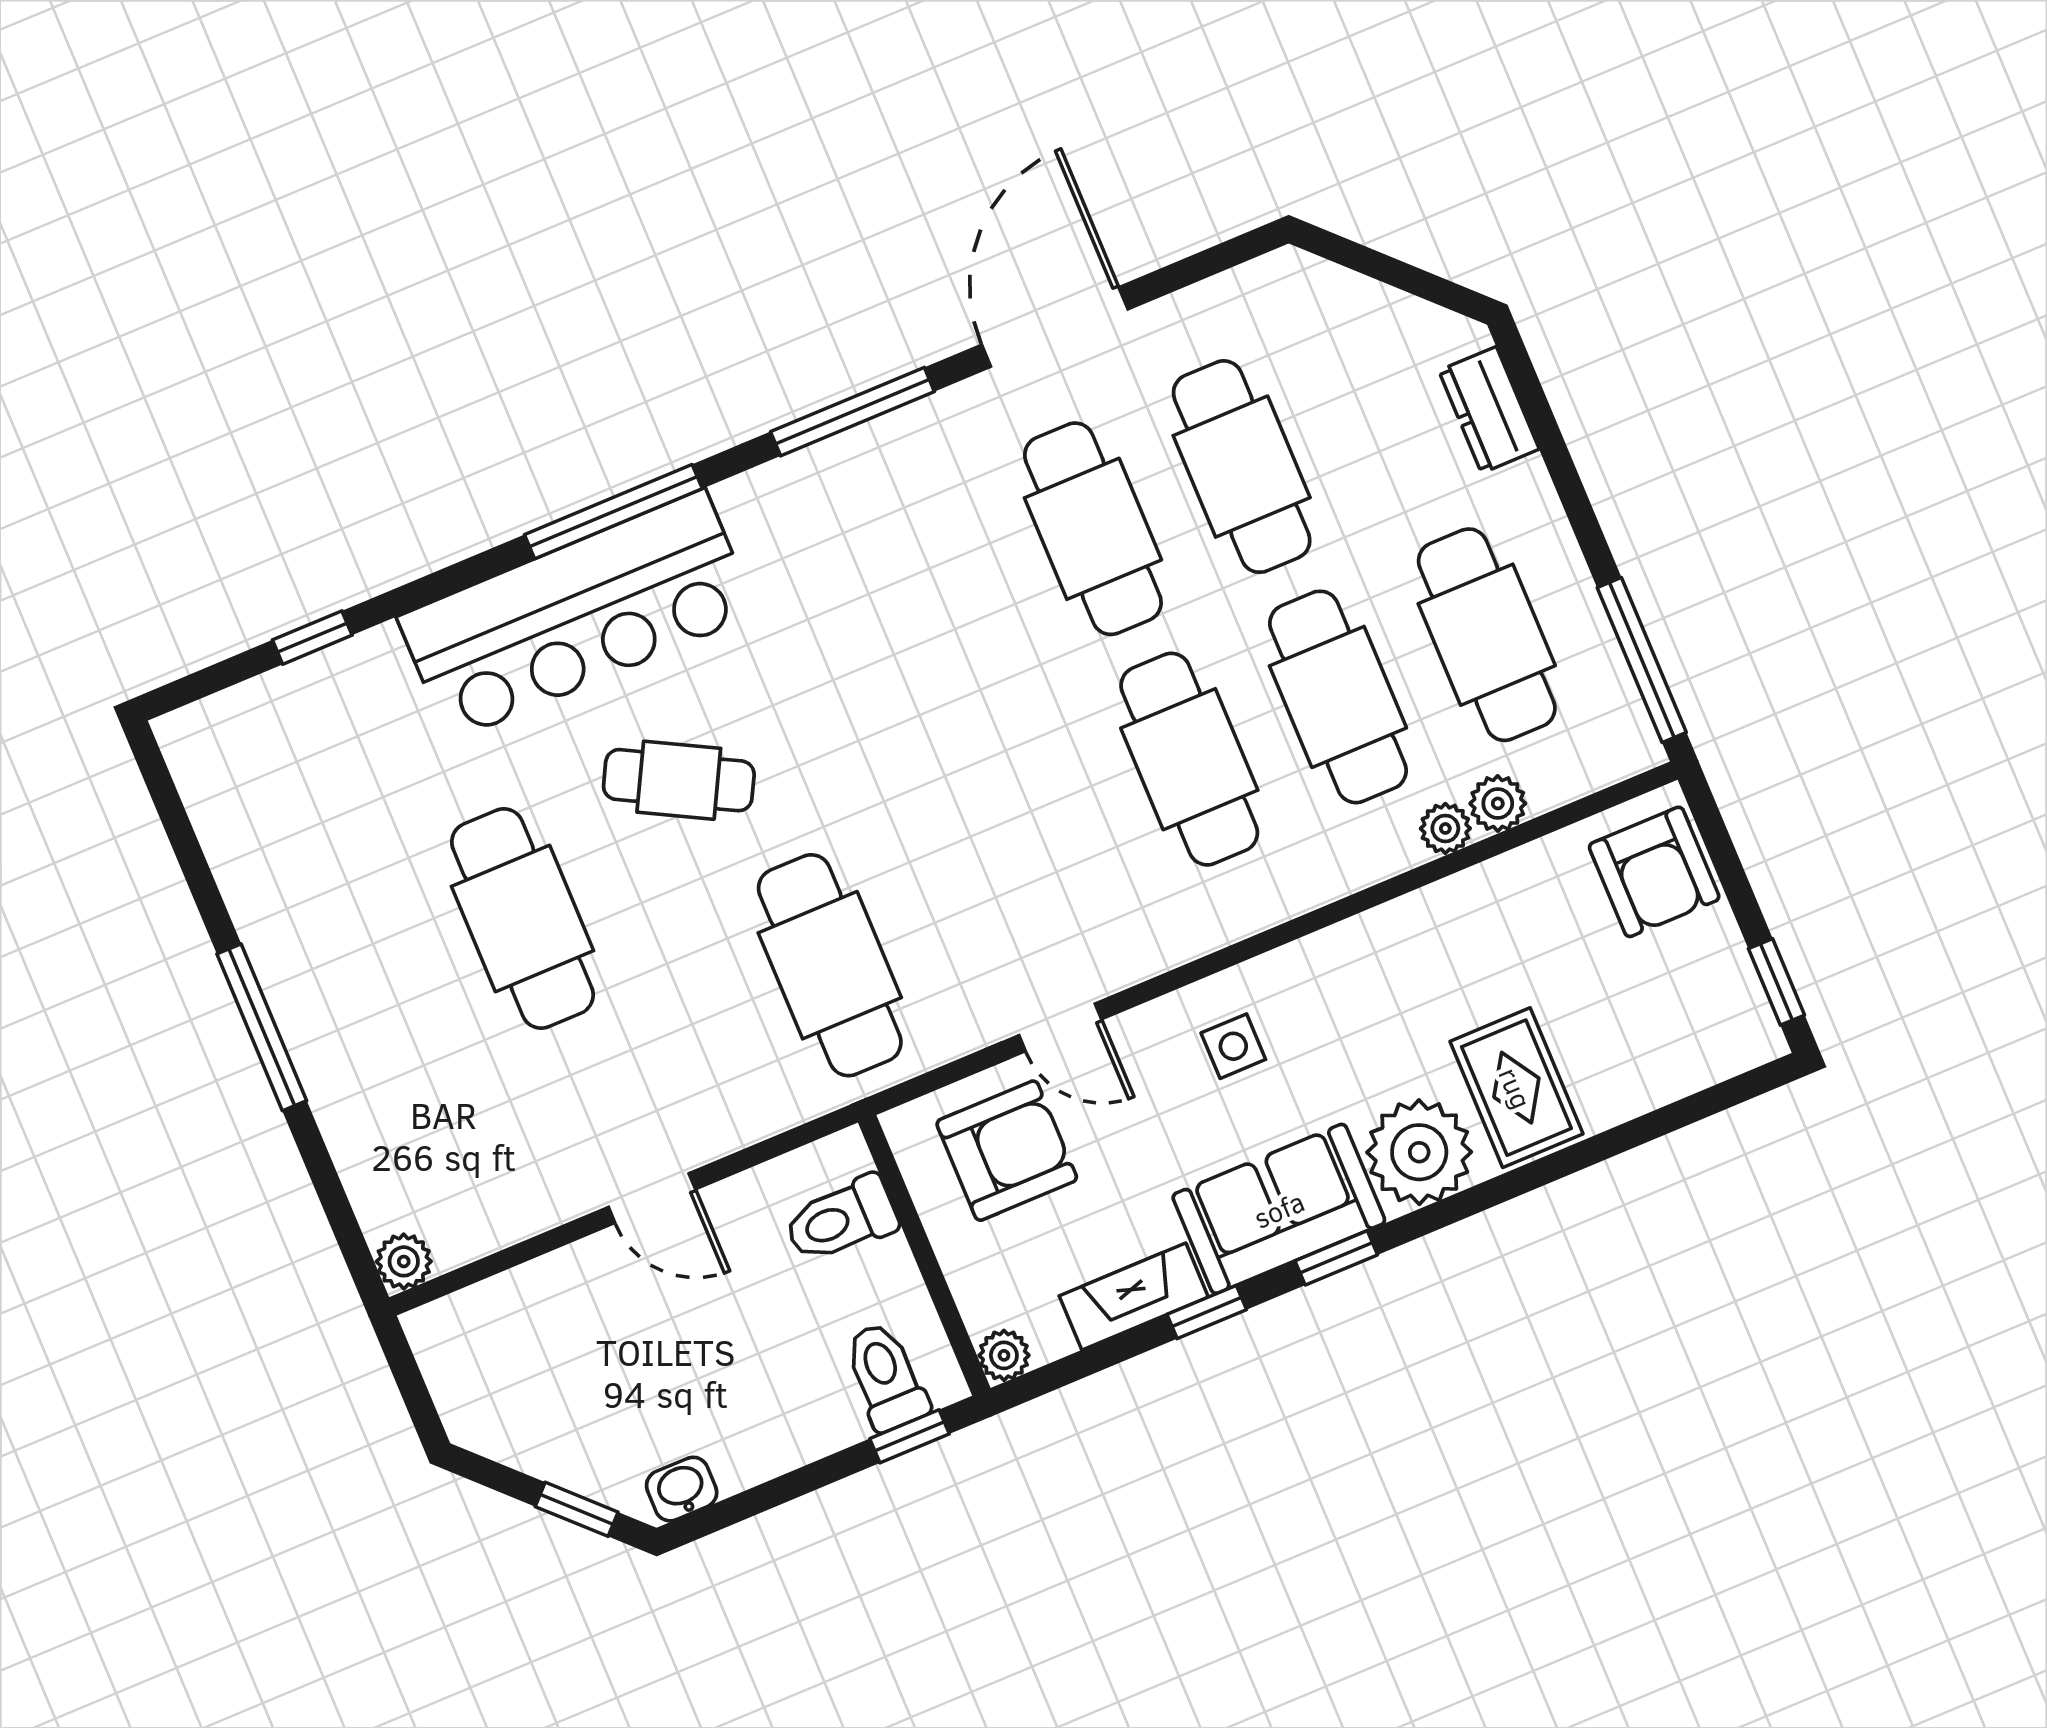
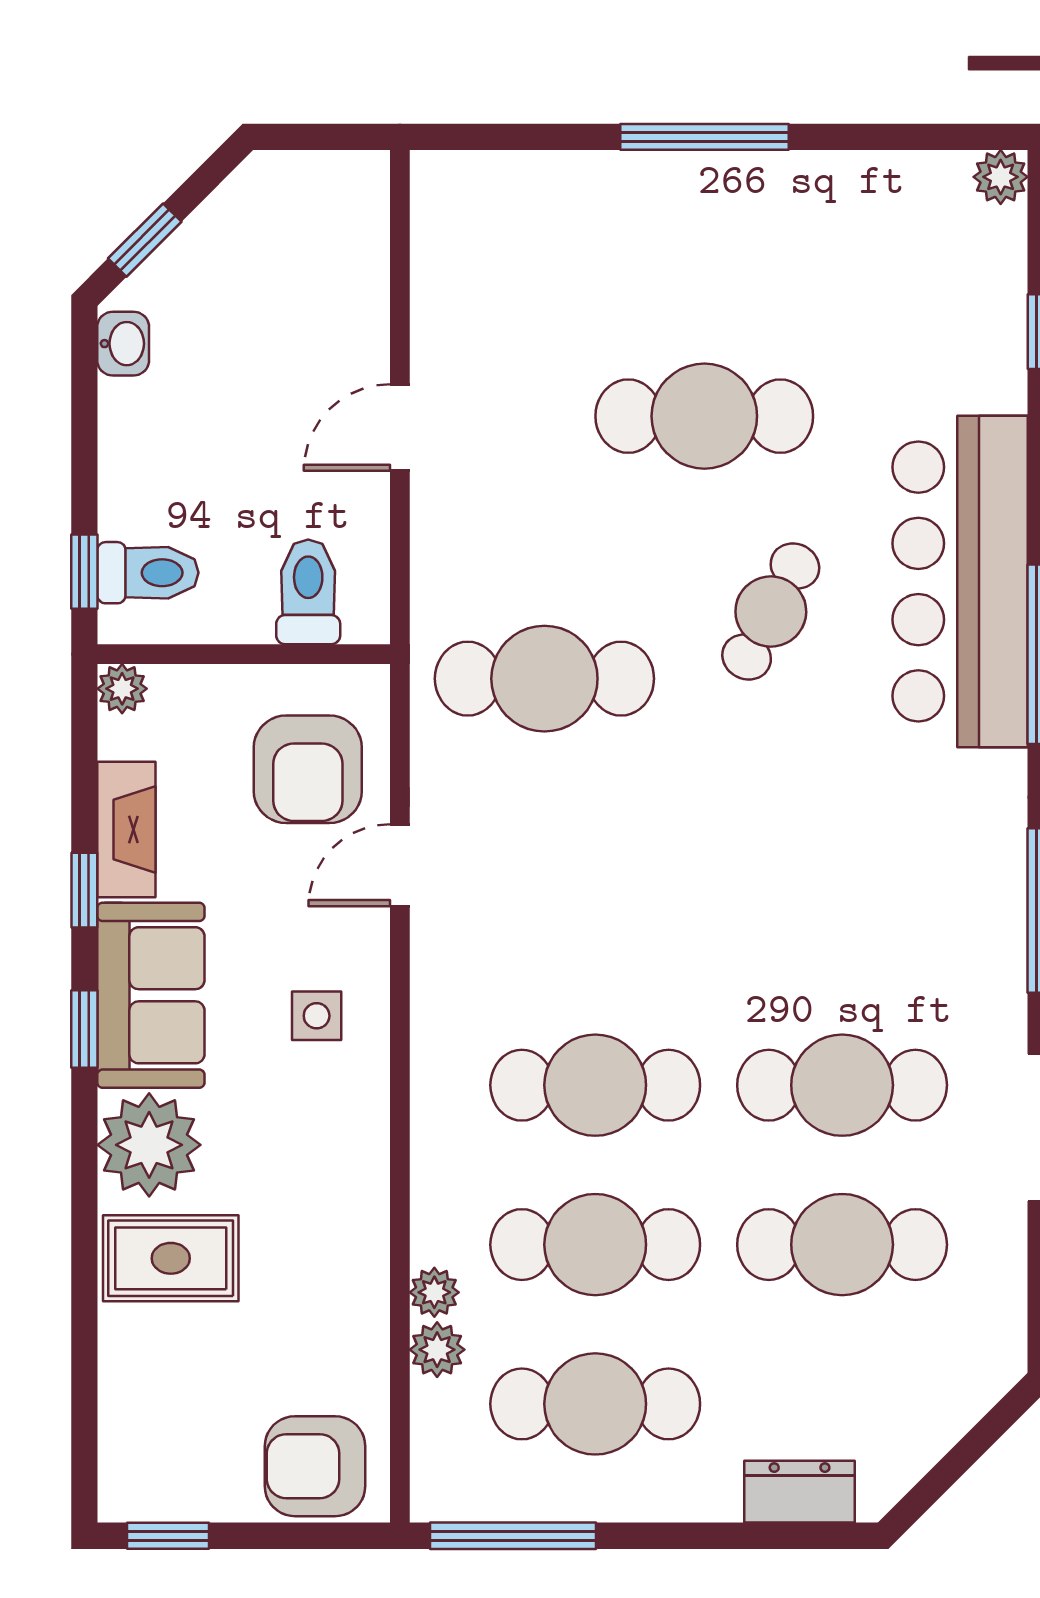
plant: (404, 1261) -> (1001, 177), moved

